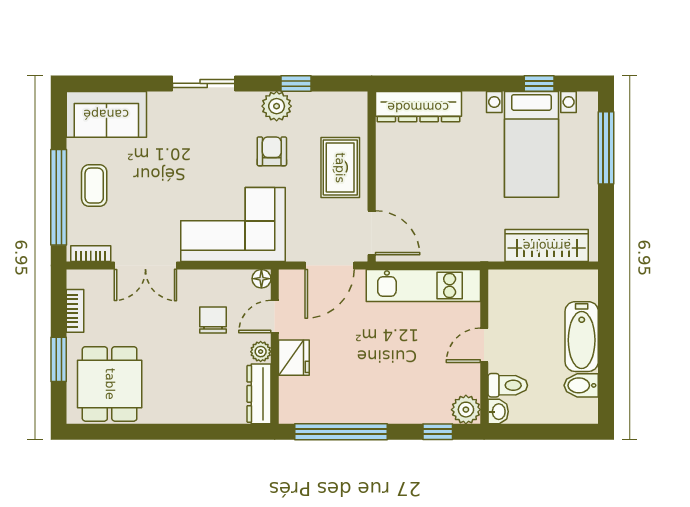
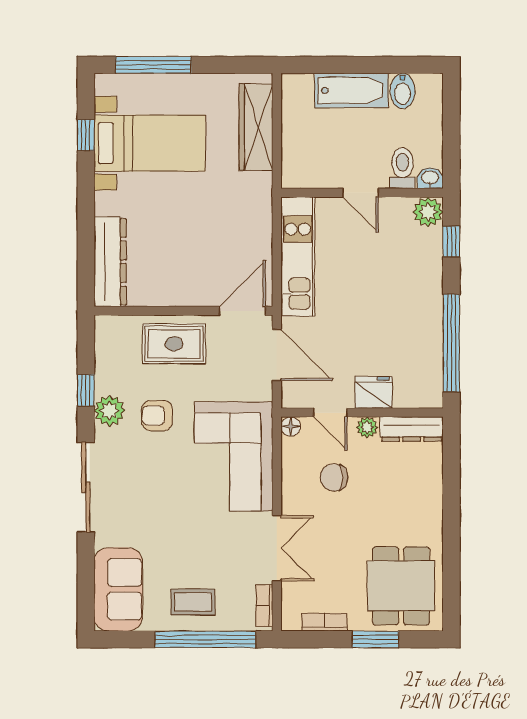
sliding door: (204, 83) -> (86, 487), width x1.37
dining table: (110, 384) -> (401, 586), turned 90

